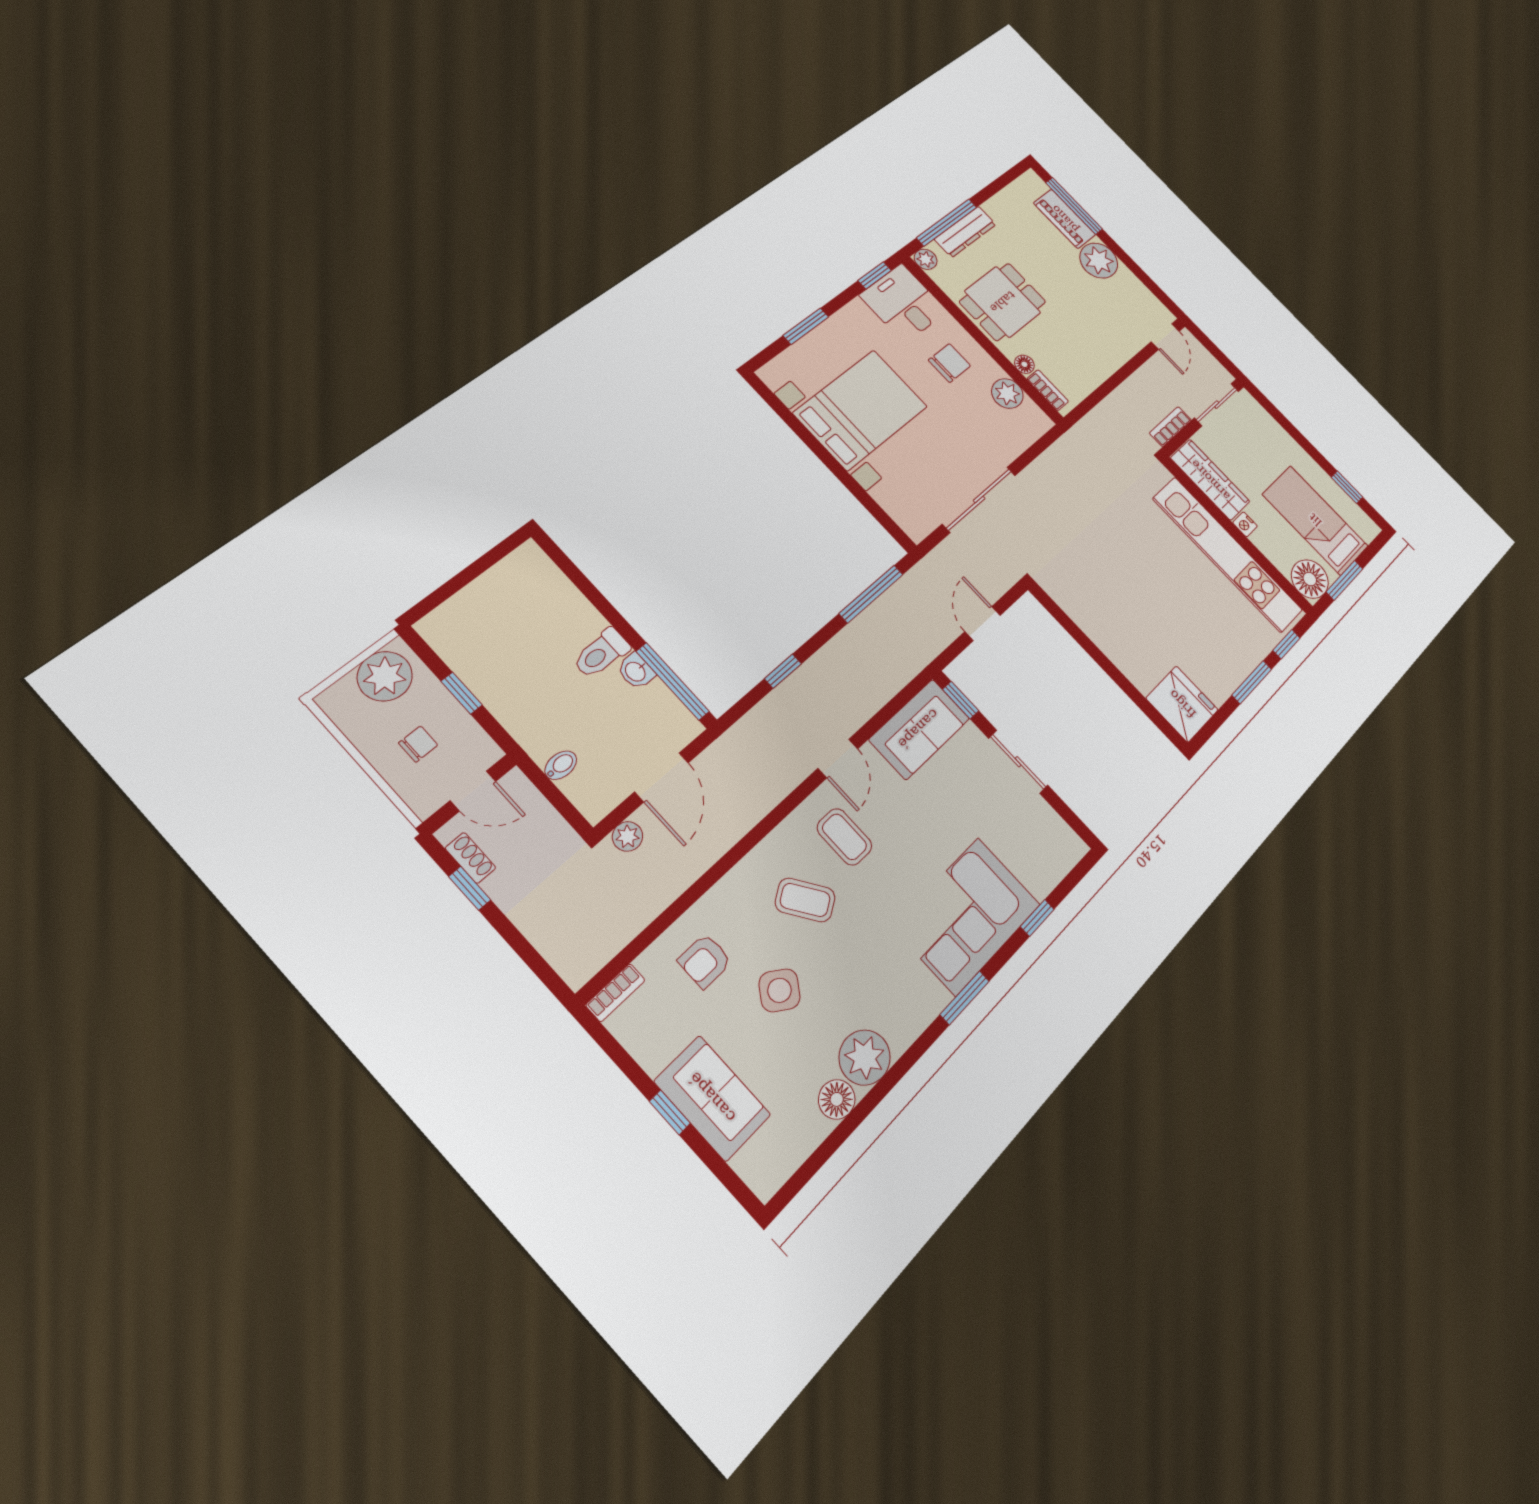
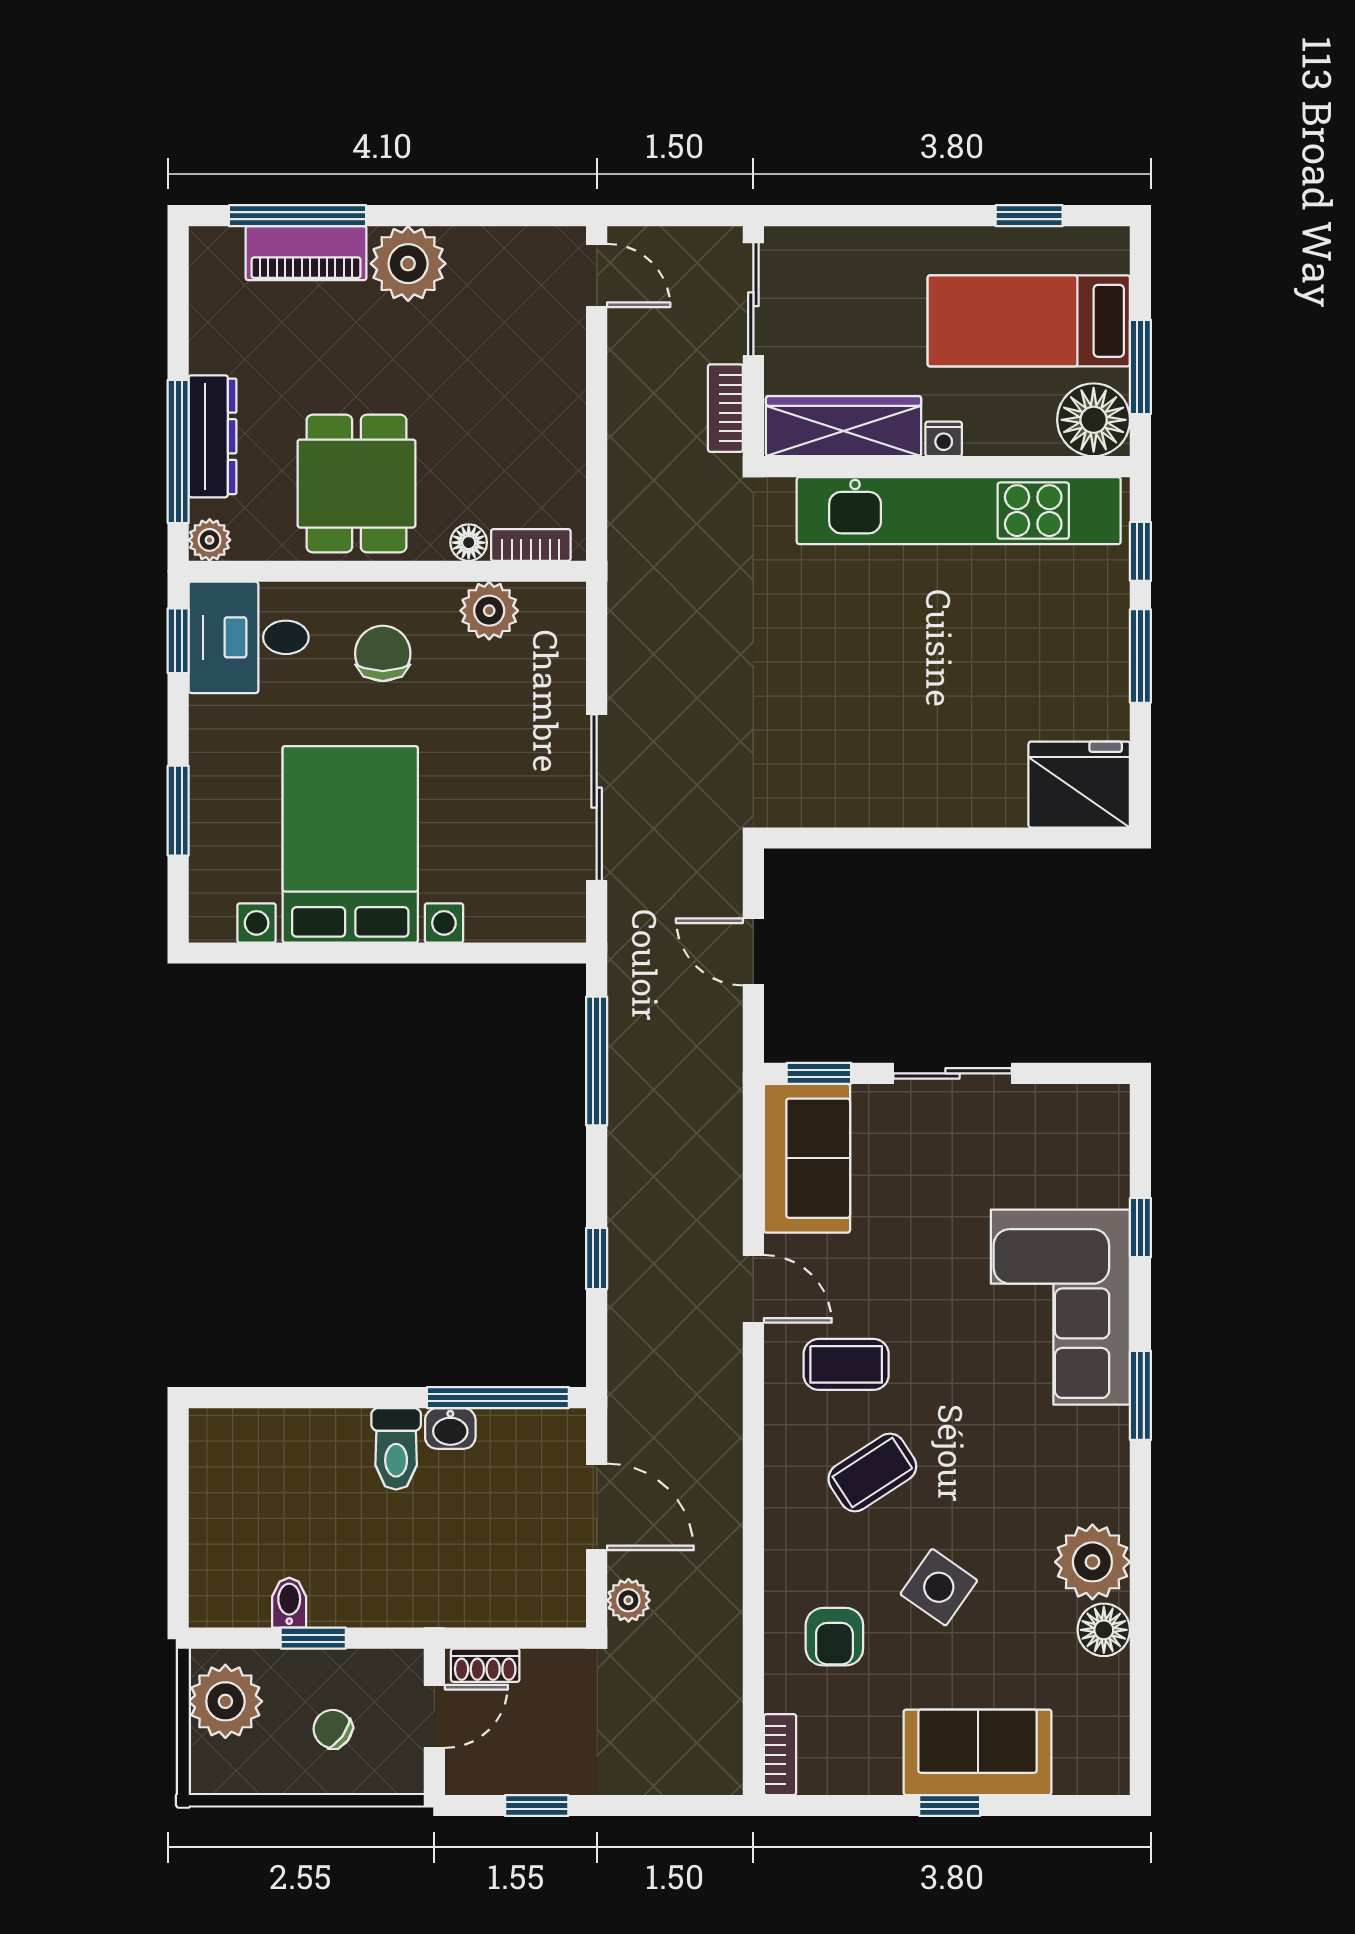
chair: (418, 744) -> (333, 1729), turned -54
bidet: (561, 765) -> (289, 1603), moved
shoe rack: (470, 858) -> (485, 1665), moved, turned 180

